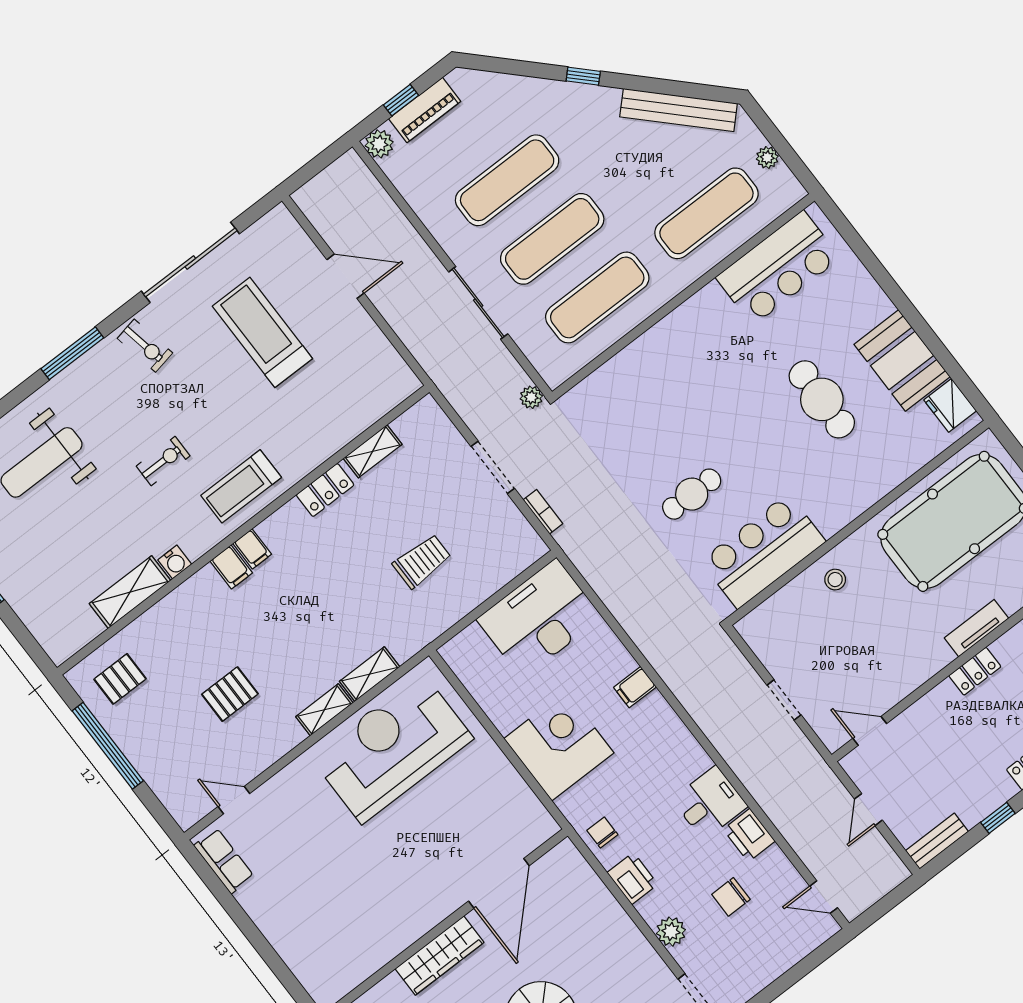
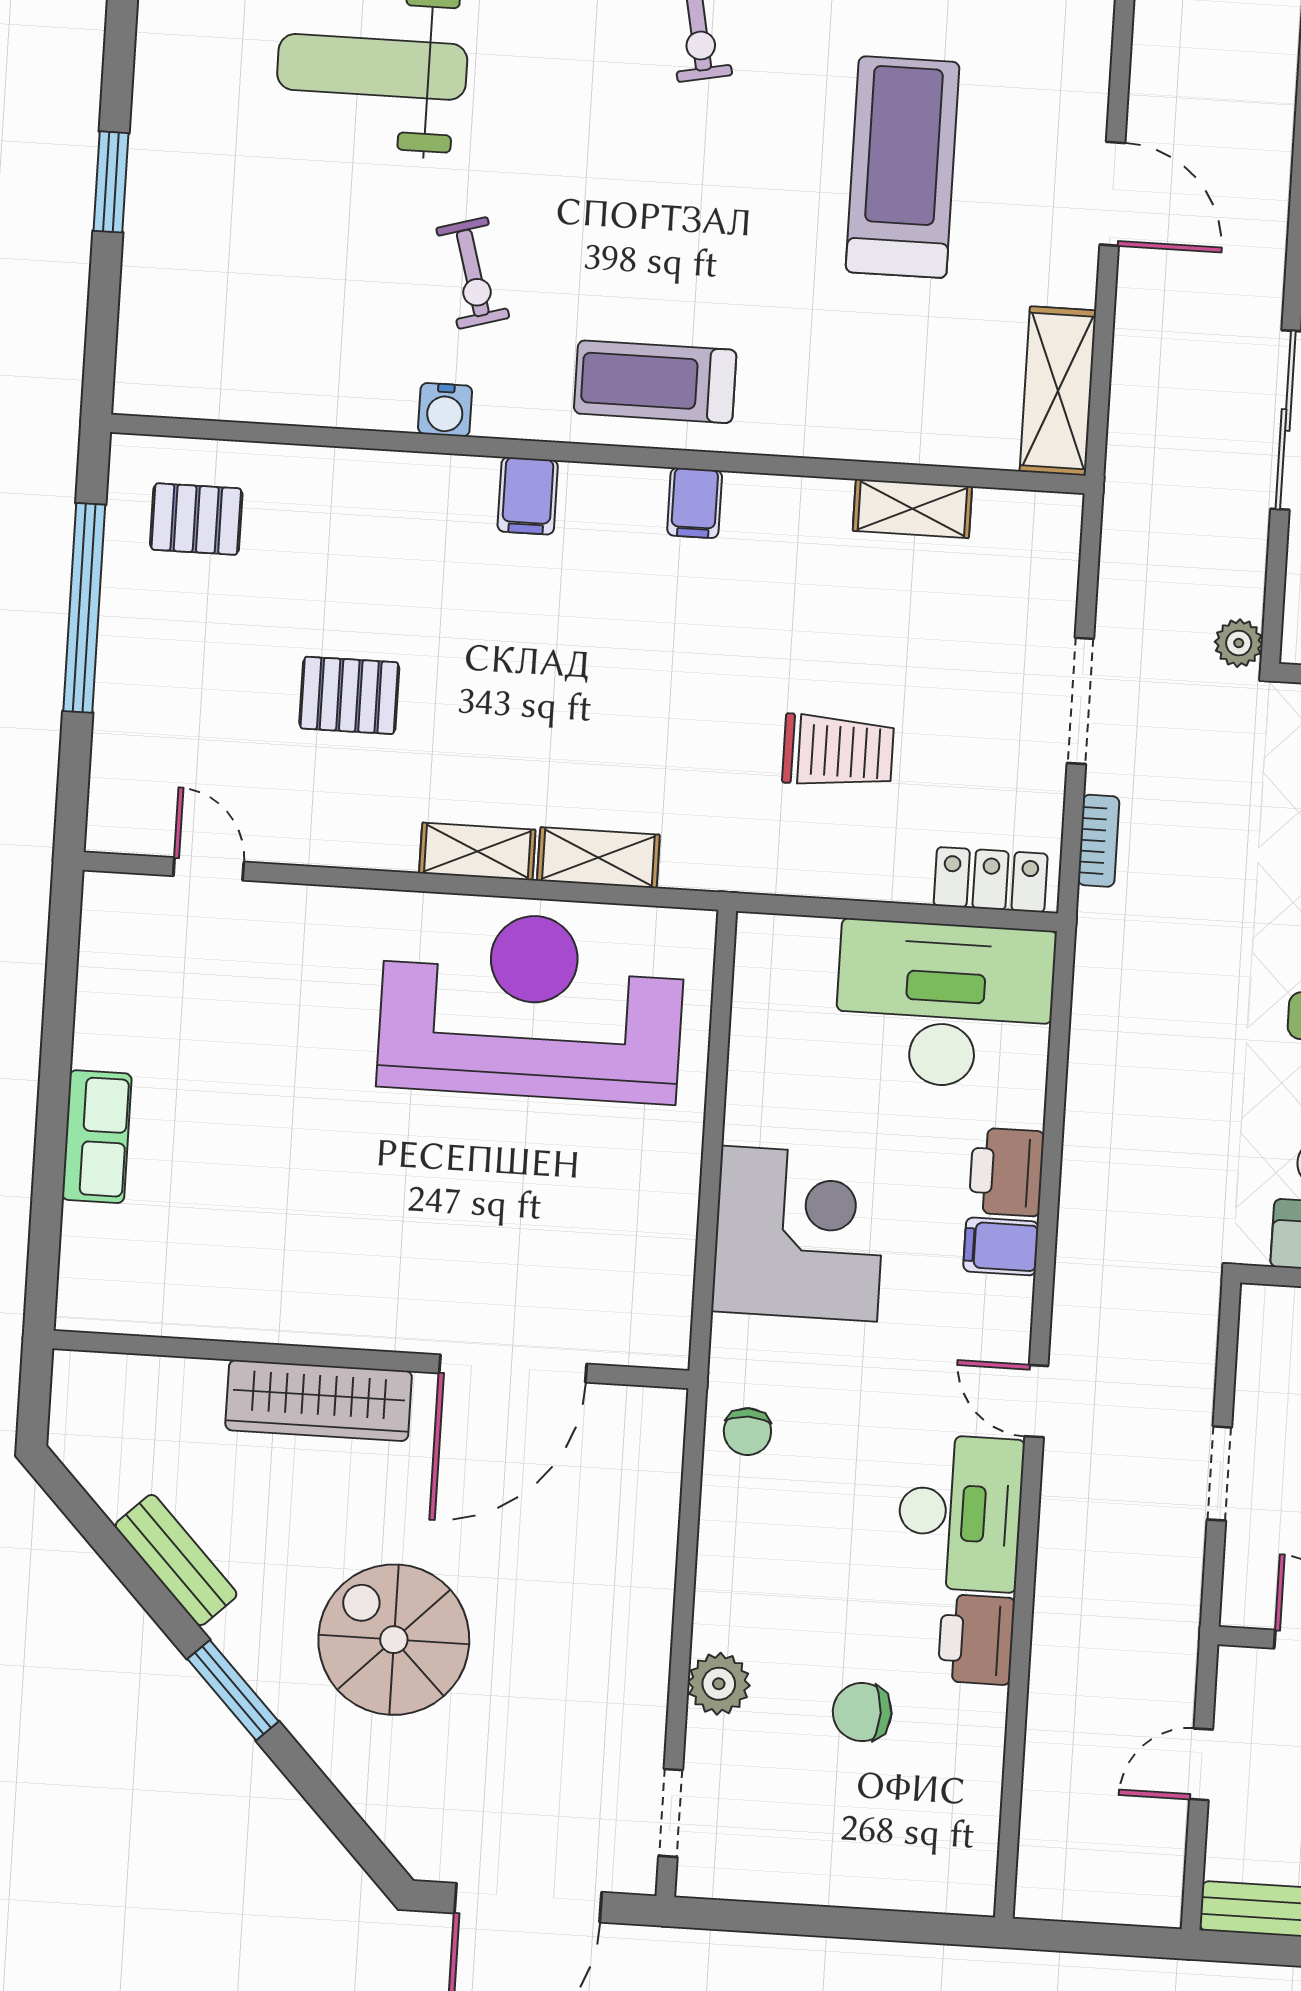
exercise bike: (163, 461) -> (473, 273), moved, turned 74
locker: (325, 490) -> (991, 880), moved, turned 180
filing cabinet: (252, 549) -> (695, 503), moved
shelving: (130, 592) -> (1058, 391), moved, turned 90
desk: (710, 803) -> (960, 1513), width x1.37
chair: (602, 833) -> (747, 1432), turned 180
row of seats: (224, 861) -> (97, 1137), moved
printer: (632, 878) -> (1006, 1172), moved, turned 180
door: (824, 897) -> (1036, 1401), moved

